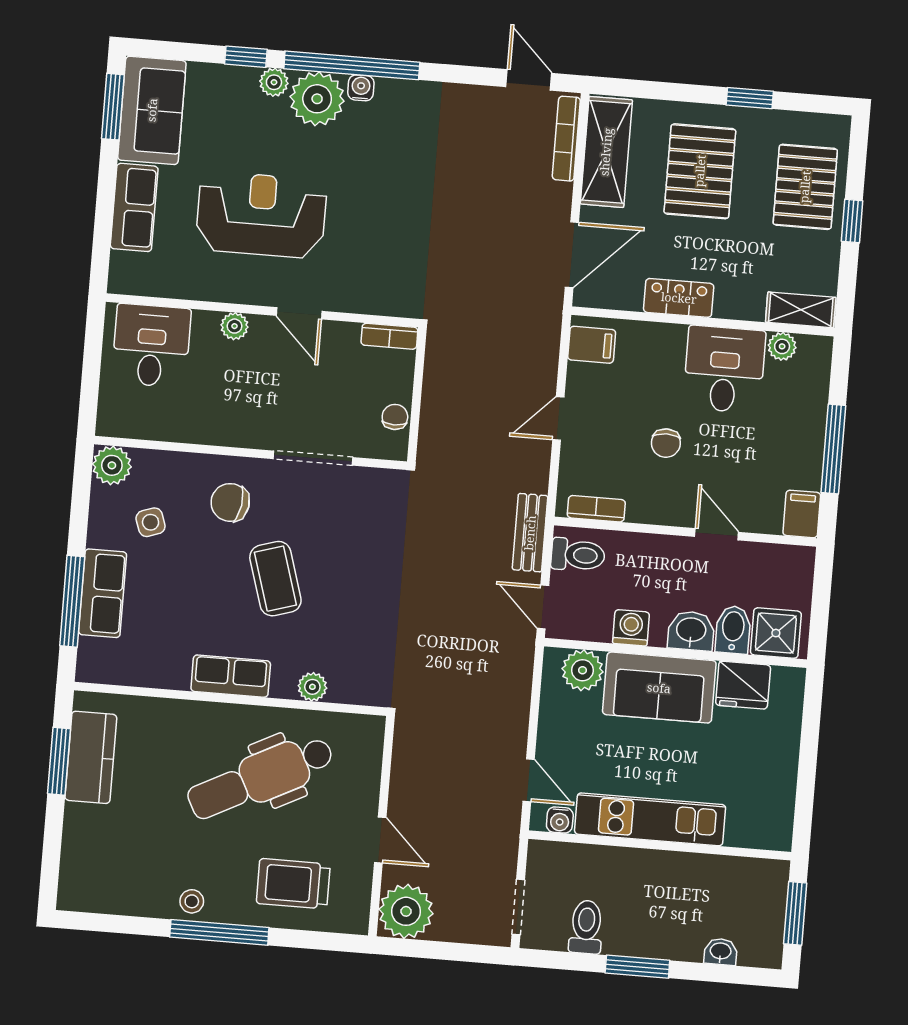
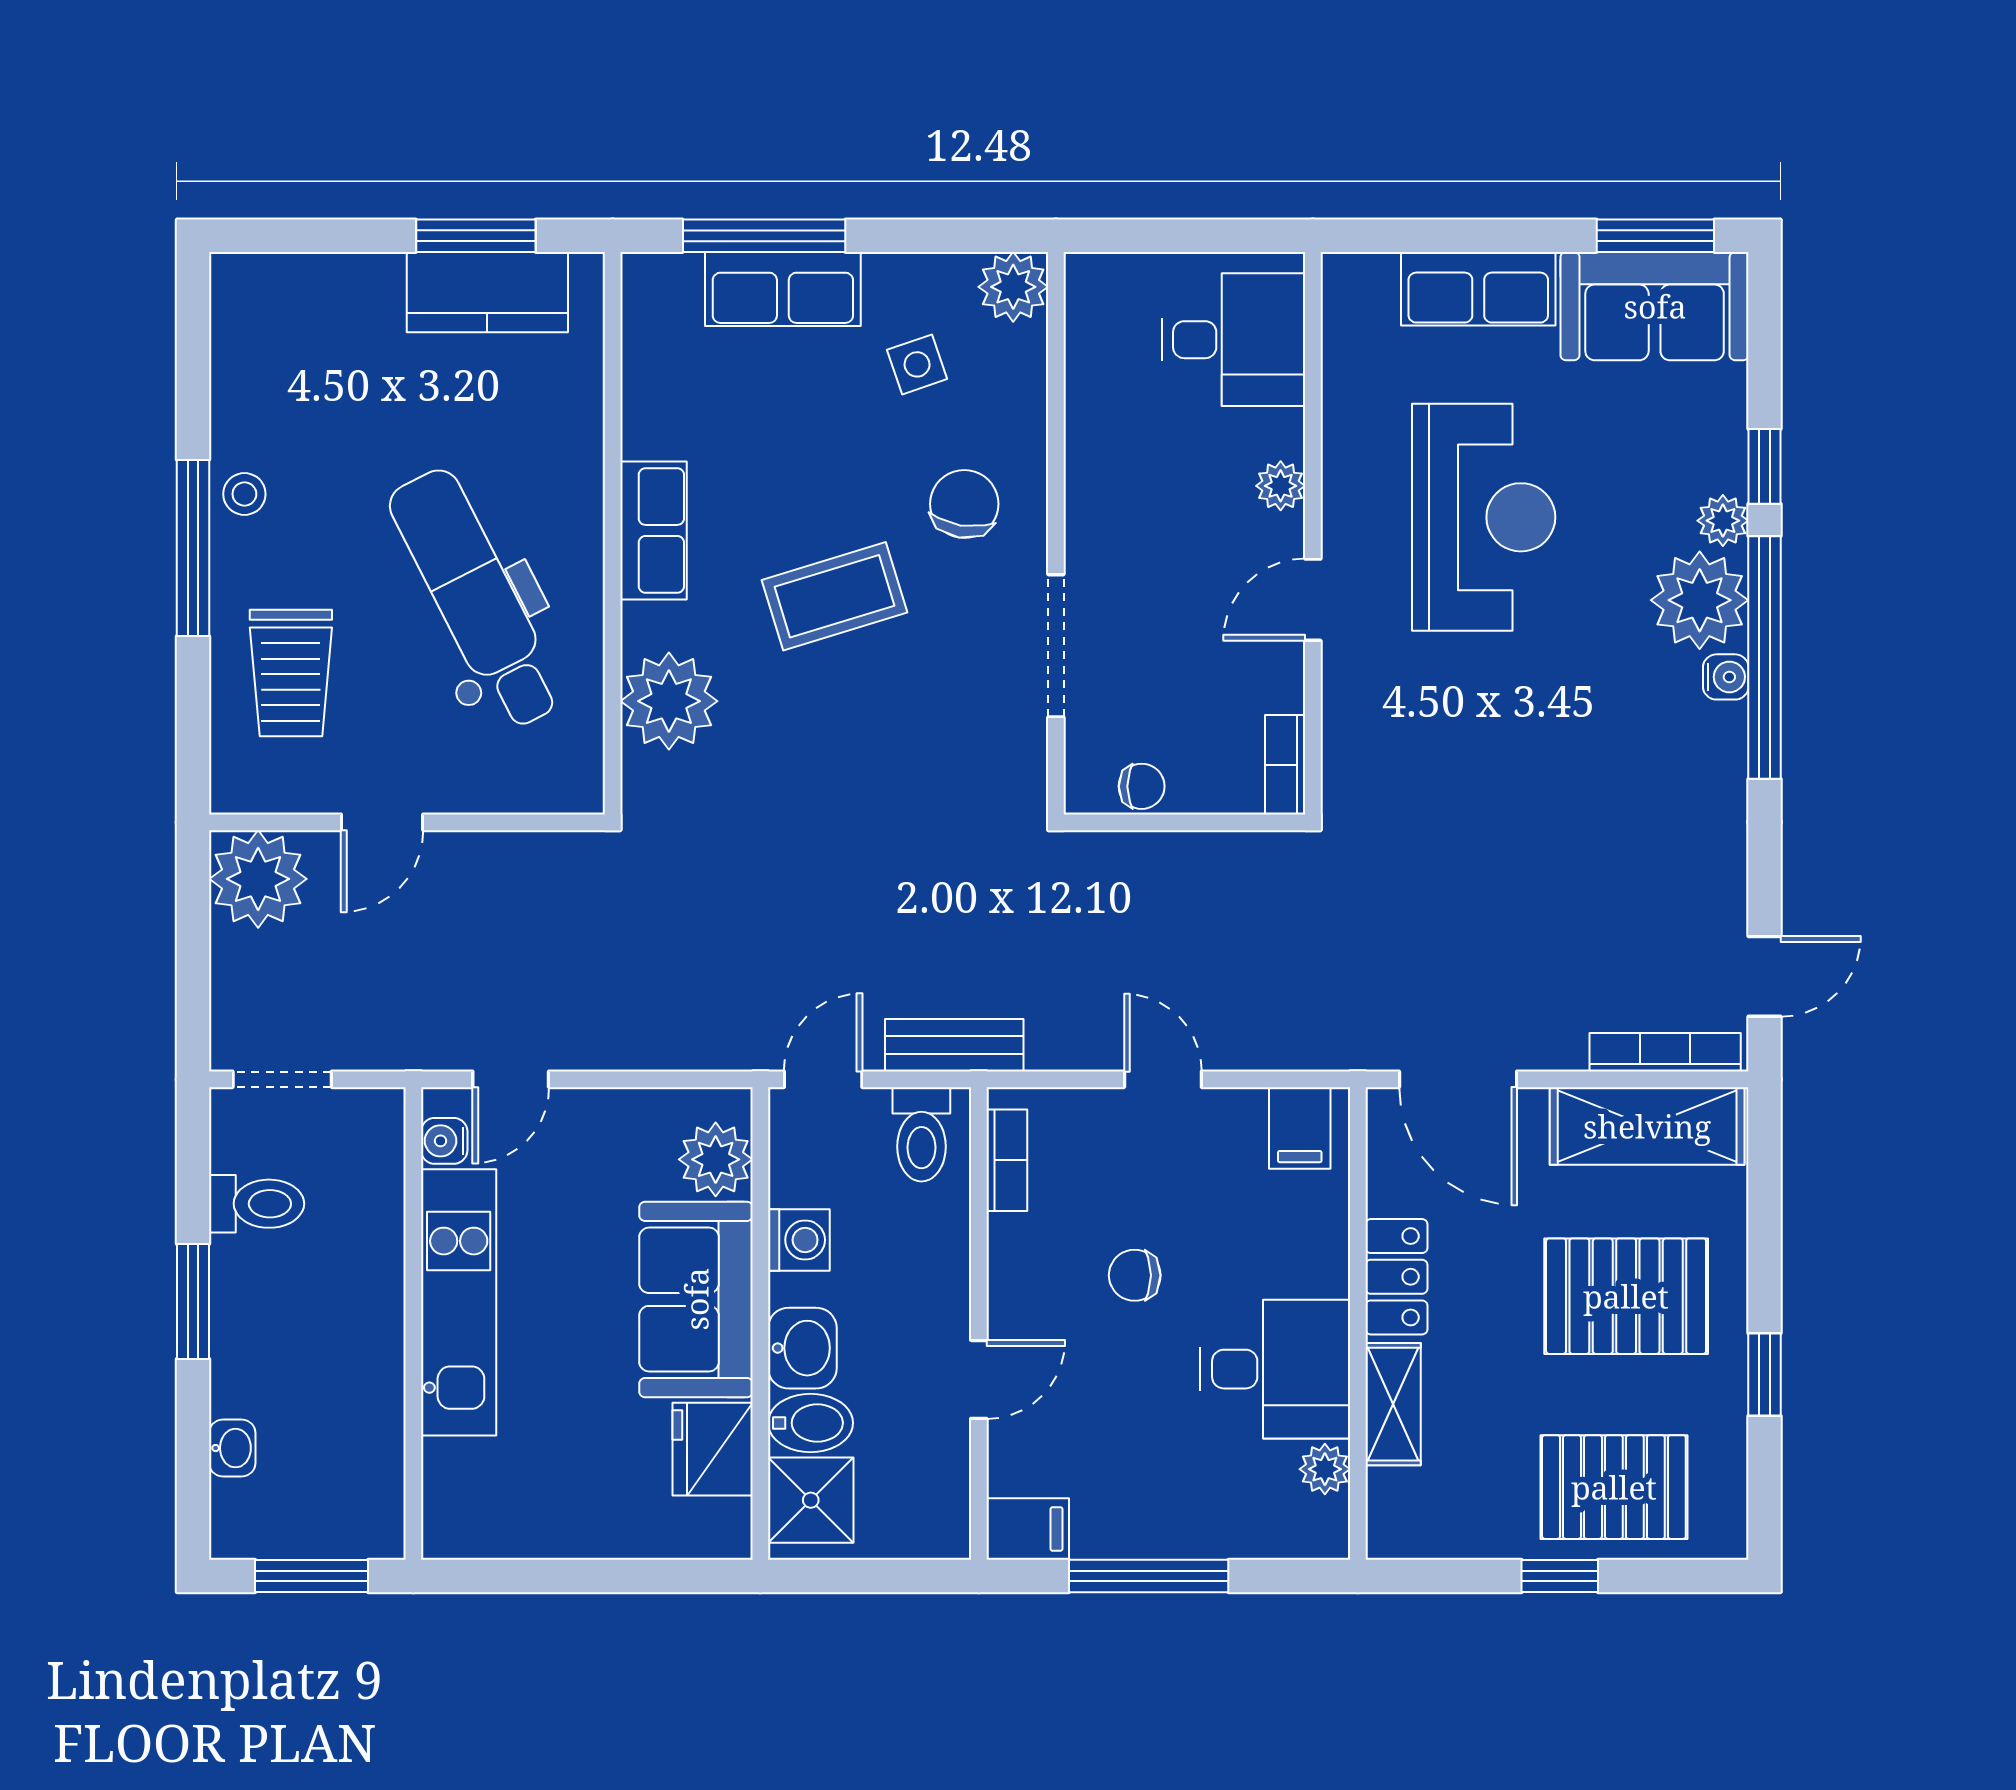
shelving: (801, 310) -> (1393, 1404), moved
plant: (312, 687) -> (669, 701), width x1.87, depth x1.87
trolley: (293, 884) -> (291, 673), turned 180

